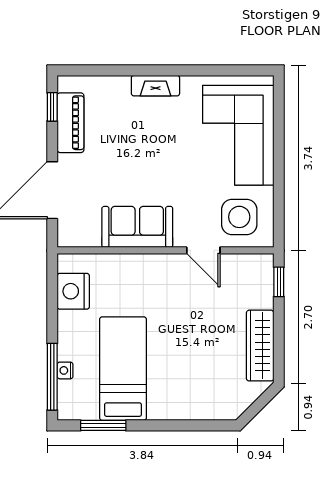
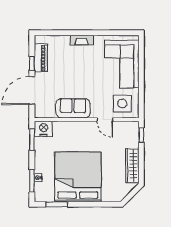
window: (52, 107) -> (32, 63), moved
window: (52, 291) -> (32, 139), added
nightstand: (73, 291) -> (44, 129), moved, turned 90
bed: (123, 369) -> (78, 177), width x2.04
window: (52, 377) -> (32, 181), width x0.69

